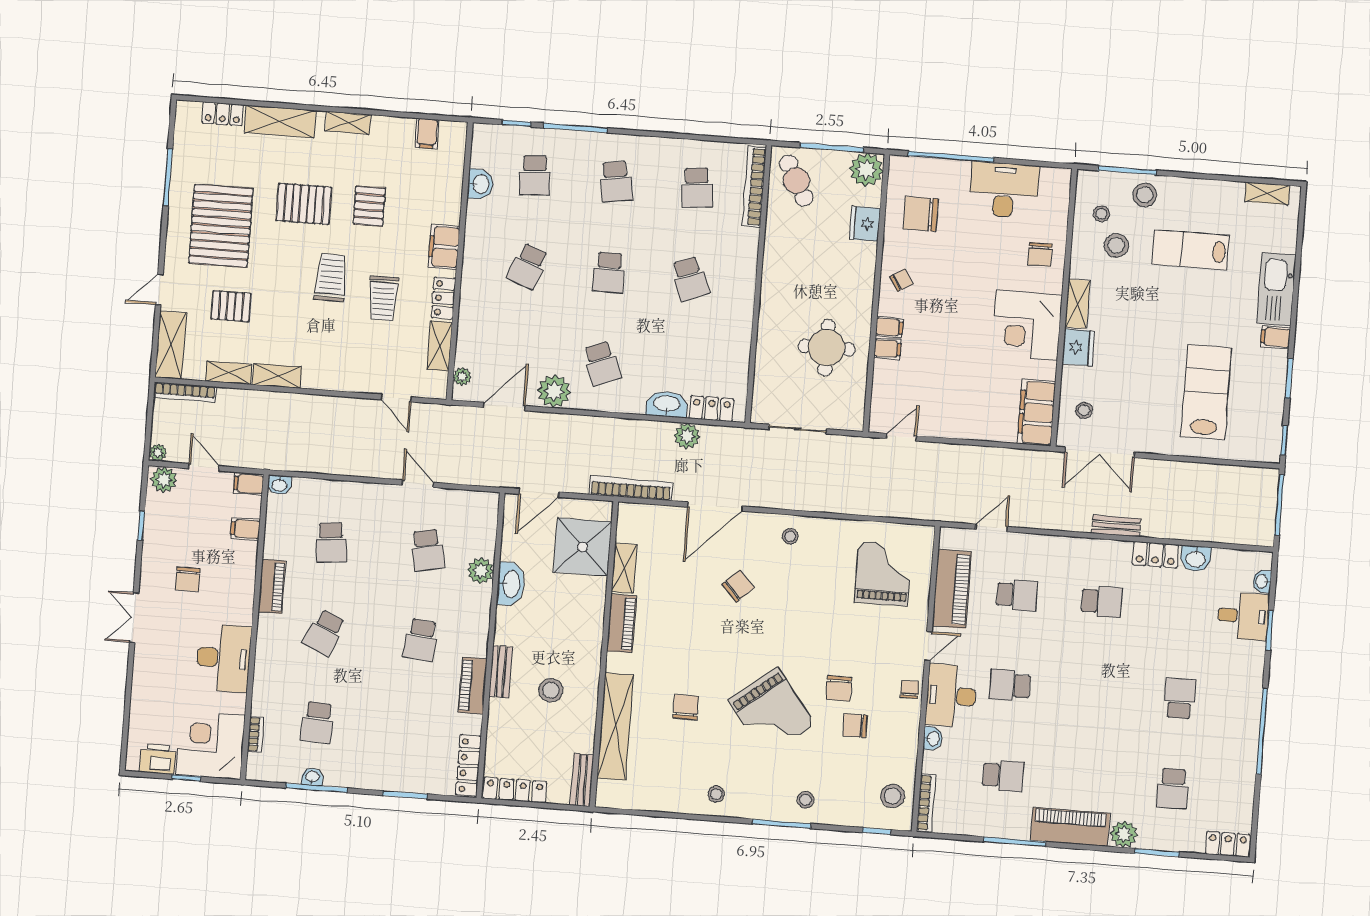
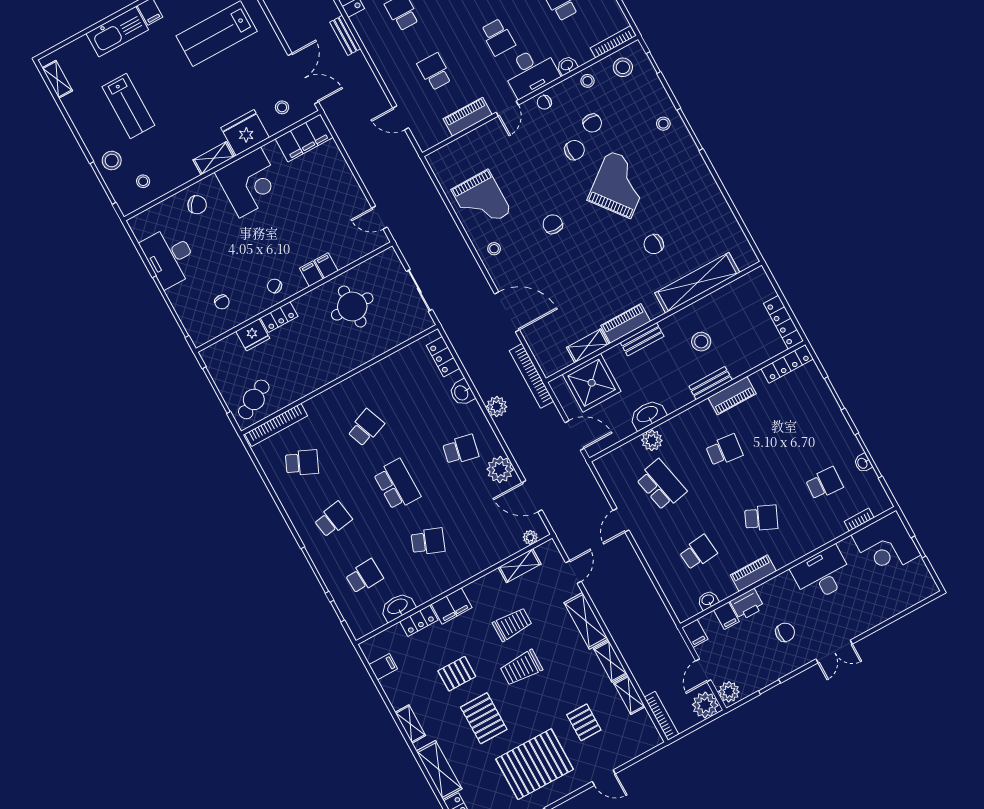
plant: (866, 170) -> (216, 357), removed
washbasin: (480, 184) -> (398, 607), width x1.38
school desk: (697, 188) -> (302, 463), turned 30
chair: (921, 214) -> (222, 302), width x0.54, depth x0.54
stool: (1116, 245) -> (158, 157), removed
chair: (1040, 254) -> (197, 205), turned 37
locker: (865, 264) -> (279, 317), added
school desk: (609, 273) -> (397, 485), width x1.85
locker: (443, 298) -> (419, 621), moved
shelving: (171, 345) -> (586, 621), moved, turned 90
fridge: (1078, 347) -> (245, 133), width x1.36, depth x1.34
school desk: (602, 363) -> (461, 450), turned 33
washbasin: (667, 404) -> (462, 393), width x0.72
plant: (687, 436) -> (497, 407), moved
plant: (158, 453) -> (705, 705), width x1.88, depth x1.88
washbasin: (279, 485) -> (708, 600), moved, turned -90
school desk: (428, 550) -> (661, 485), width x1.85
grand piano: (883, 573) -> (481, 201), moved, turned -90
chair: (738, 586) -> (553, 224), moved, turned 43
piano: (952, 589) -> (468, 117), width x0.73, depth x0.75
door: (928, 646) -> (507, 109), swing flipped
printer: (158, 759) -> (747, 604), moved, turned -90
bench: (582, 780) -> (642, 339), moved
stool: (716, 794) -> (587, 81), moved

